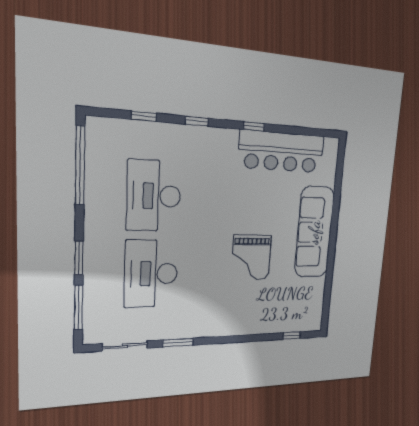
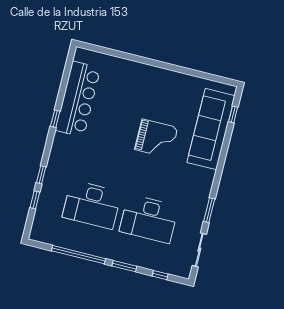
window: (197, 121) -> (41, 175), moved
window: (80, 165) -> (79, 255), moved
sofa: (314, 232) -> (211, 129), moved, turned 90
window: (78, 307) -> (160, 275), width x0.46

